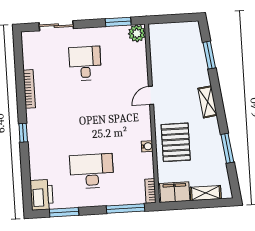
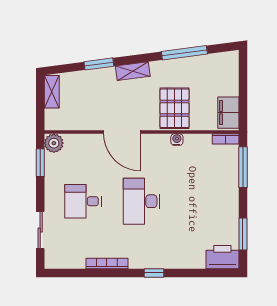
window: (209, 55) -> (99, 64), moved
door: (151, 95) -> (122, 132), width x1.88
pallet: (176, 142) -> (174, 108), turned 90
window: (227, 148) -> (184, 53), width x1.44
desk: (92, 171) -> (142, 201), moved
shelving: (206, 193) -> (52, 92), moved

